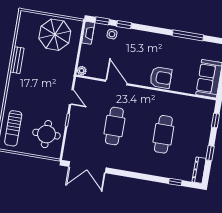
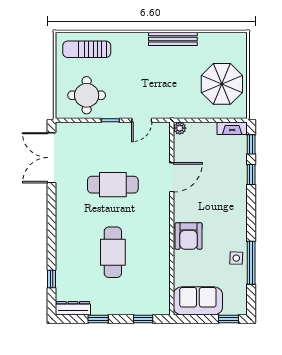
side table: (112, 34) -> (236, 258), moved
bench: (17, 60) -> (173, 39), width x1.36
cafe table: (163, 134) -> (113, 252), turned 90

